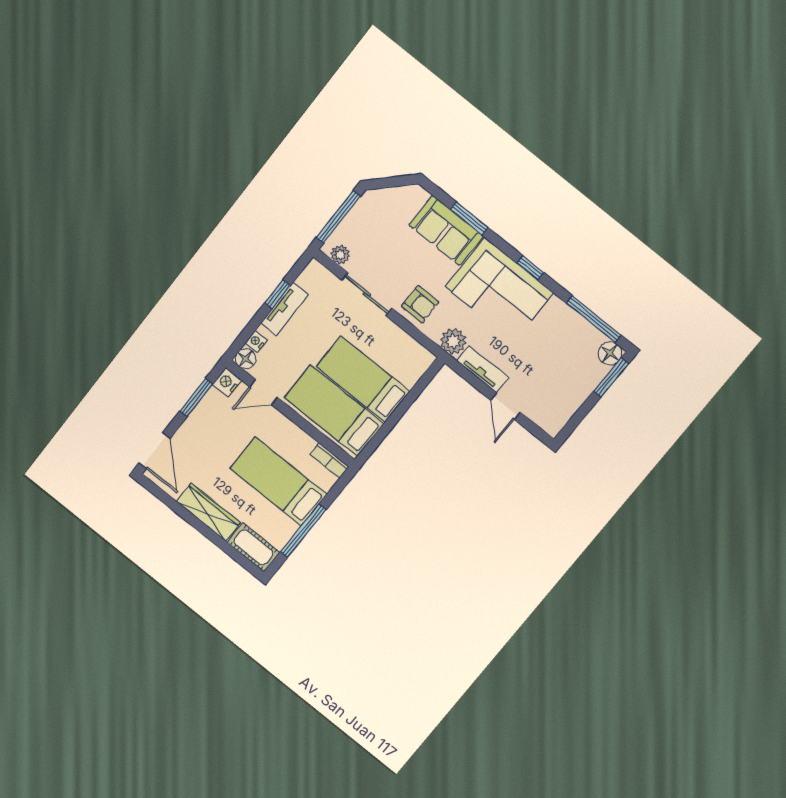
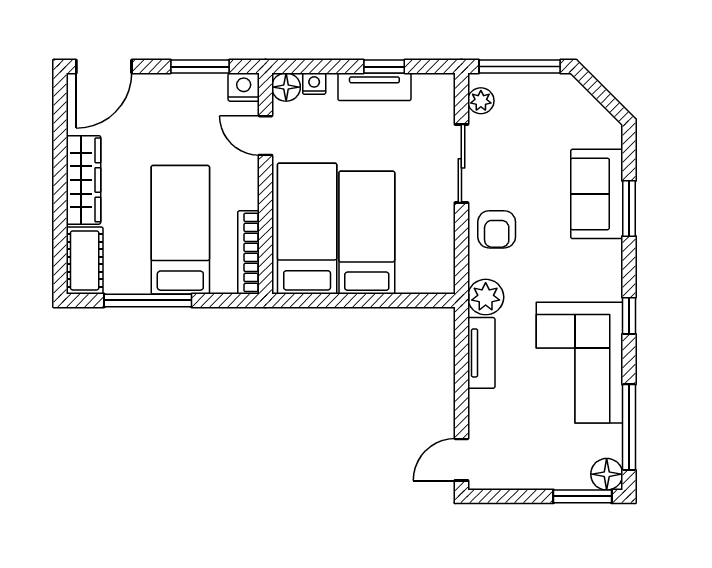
corner sofa: (499, 290) -> (579, 363), moved
door: (506, 406) -> (461, 460), moved
bookcase: (329, 461) -> (248, 252), width x1.56

